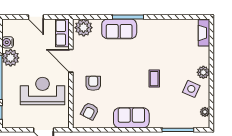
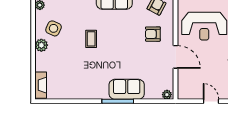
plant: (84, 28) -> (167, 95), width x0.53, depth x0.53
row of seats: (62, 33) -> (184, 85), removed
armchair: (93, 83) -> (153, 34), turned 90

